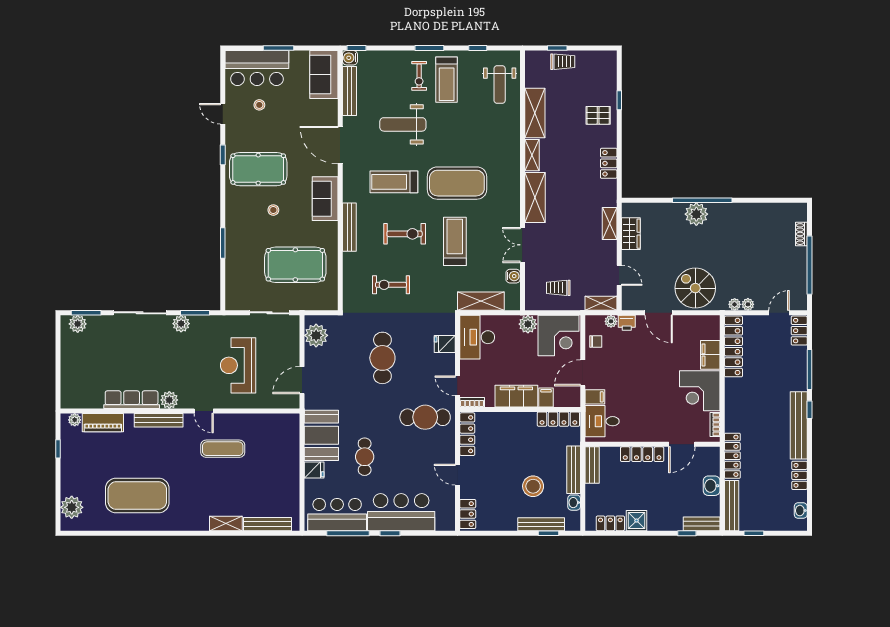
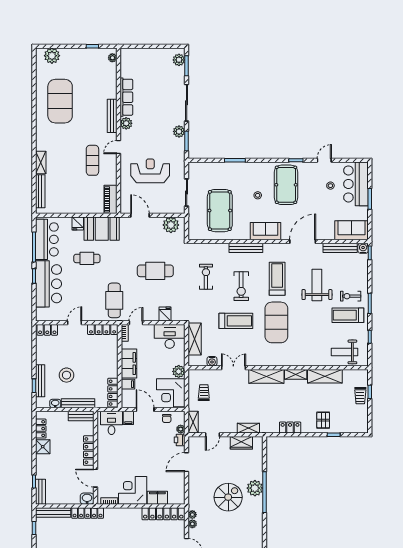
spiral stairs: (695, 288) -> (228, 497), moved
piano: (103, 423) -> (111, 199), moved
washbasin: (712, 486) -> (87, 499), moved

